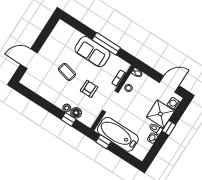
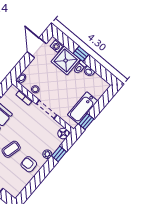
armchair: (89, 89) -> (29, 164), moved
floor lamp: (76, 113) -> (63, 133), moved
bathtub: (118, 134) -> (83, 108), width x0.73, depth x0.73

